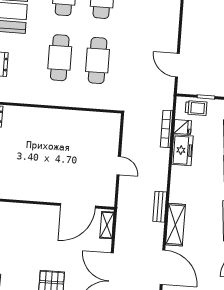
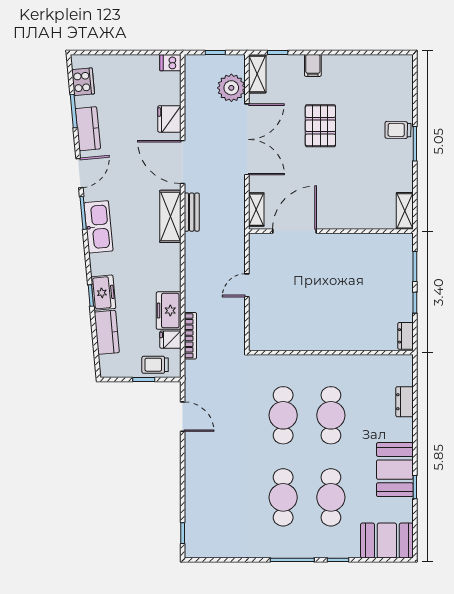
door: (119, 166) -> (247, 285), hinge flipped
bench: (160, 207) -> (192, 212), moved

